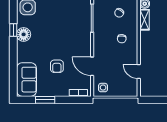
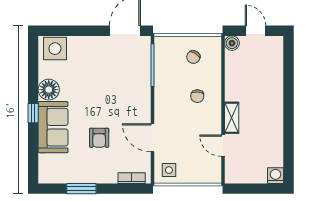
shelving: (145, 20) -> (232, 118), moved
window: (13, 30) -> (33, 113), moved
sofa: (26, 80) -> (53, 127), moved

